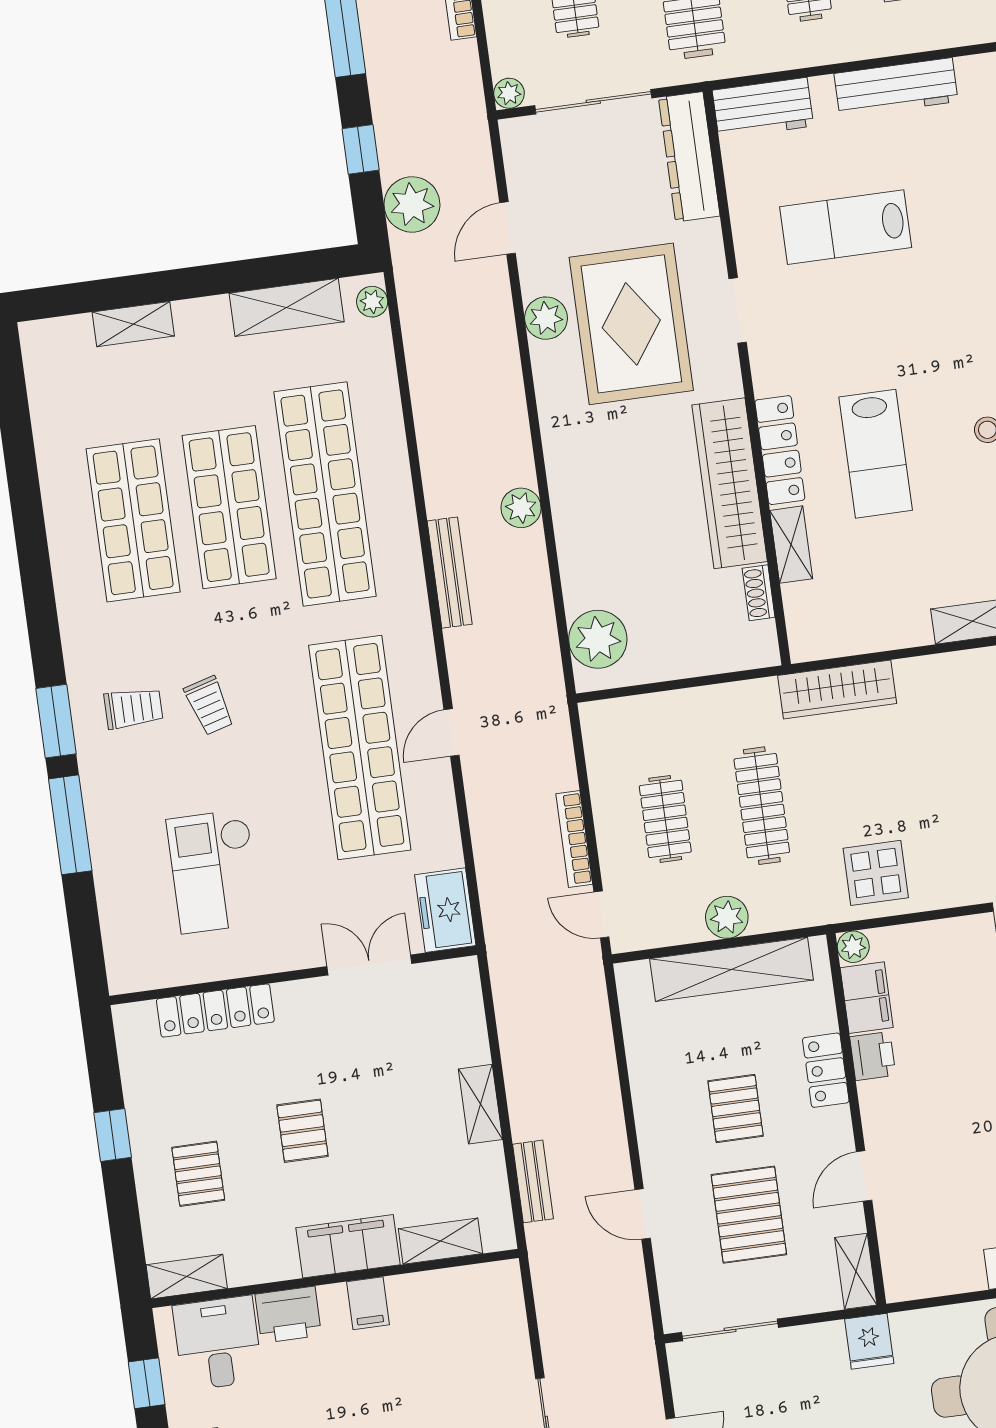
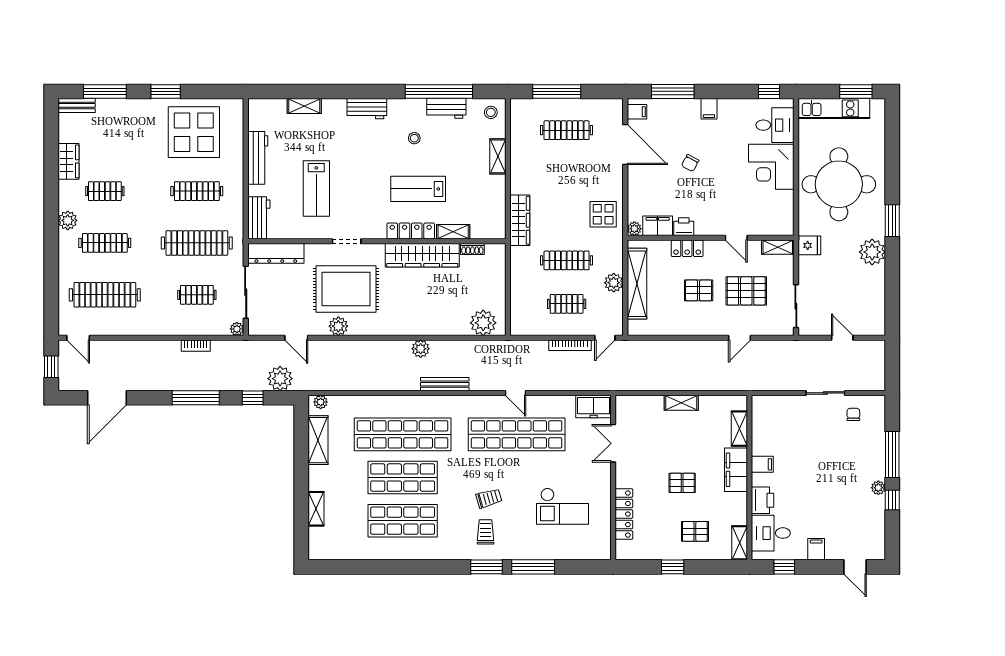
lab bench: (876, 454) -> (418, 189), turned 180
bench: (533, 1181) -> (719, 384), removed

